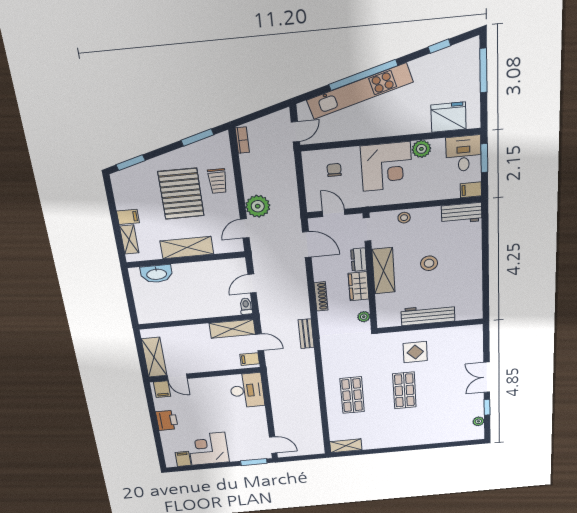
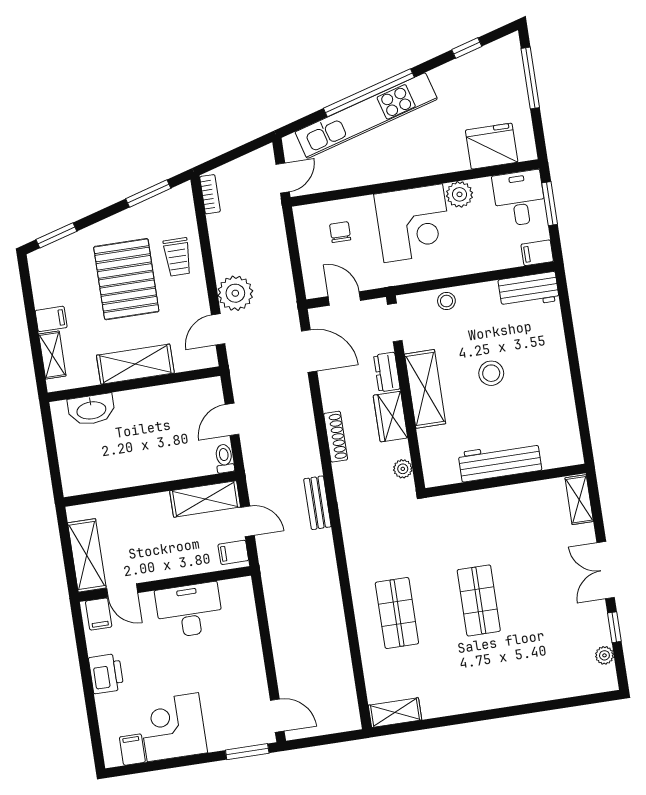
shelving: (476, 338) -> (579, 500), added
display table: (415, 352) -> (488, 528), removed
desk: (247, 390) -> (189, 610), moved, turned -90

